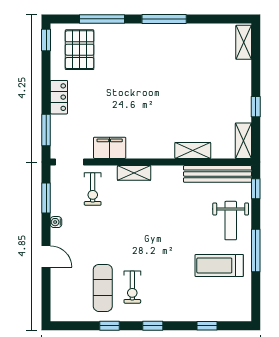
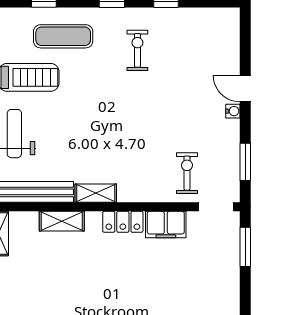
locker: (59, 97) -> (123, 222), moved, turned -90
shelving: (134, 173) -> (96, 193), moved
water cooler: (56, 222) -> (233, 111), moved
exercise mat: (103, 288) -> (63, 36), moved, turned 90

